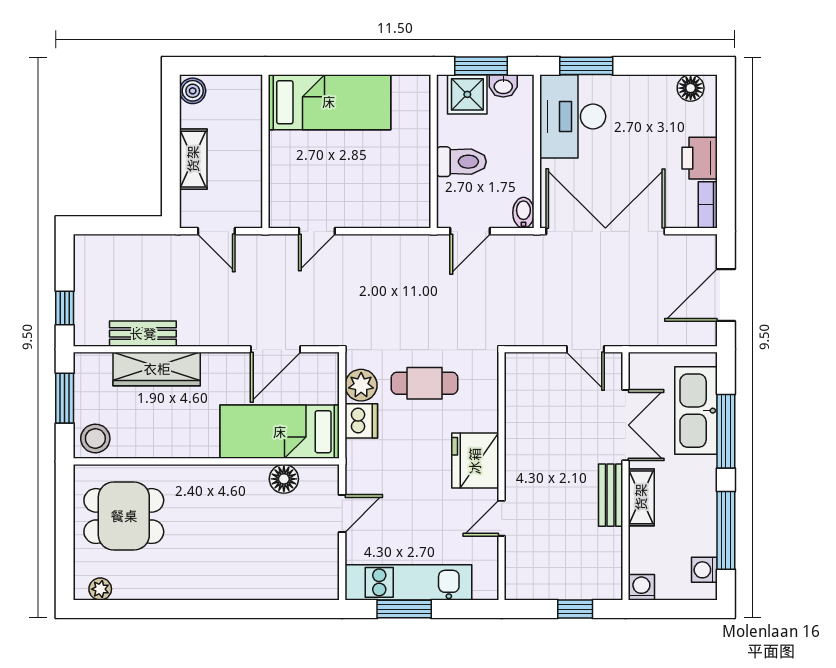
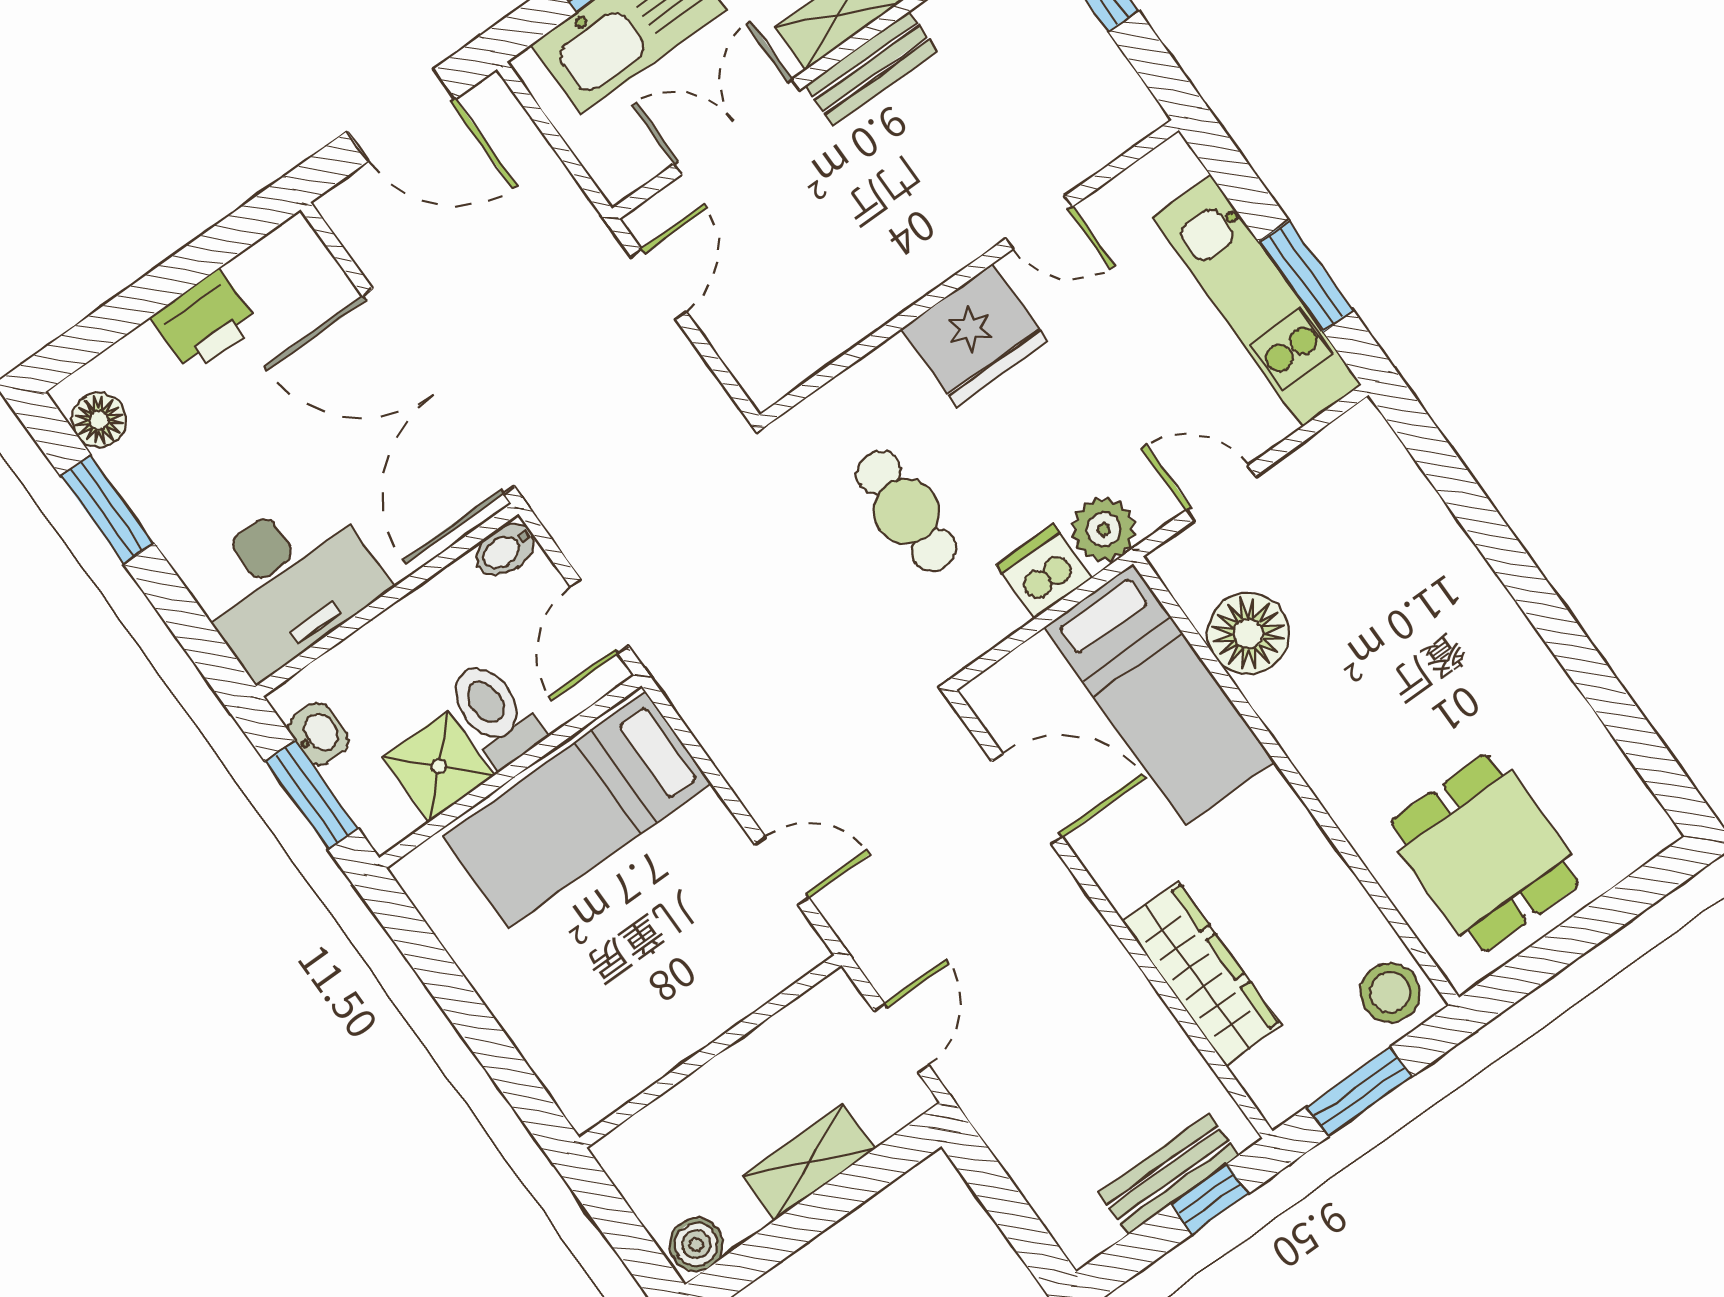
window: (586, 66) -> (107, 510), moved
shower: (467, 94) -> (439, 766), moved
bed: (329, 102) -> (577, 810), moved, turned -90
bookcase: (708, 205) -> (273, 253), removed
door: (470, 231) -> (599, 616), swing flipped
bench: (143, 334) -> (1169, 1174), moved, turned 90
plant: (361, 385) -> (1104, 529), moved
floor lamp: (284, 479) -> (1248, 634), width x1.38, depth x1.38
plant: (100, 589) -> (1634, 805), removed

